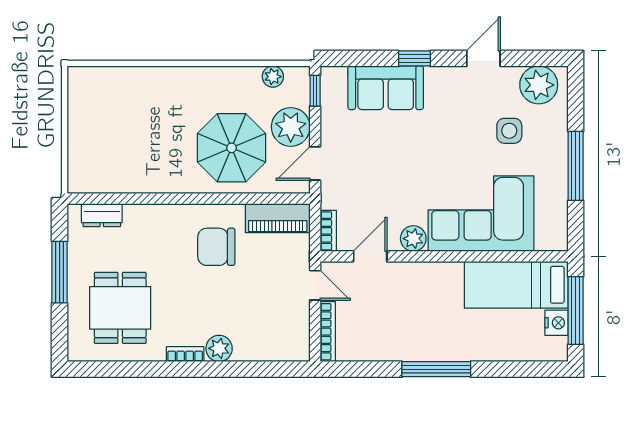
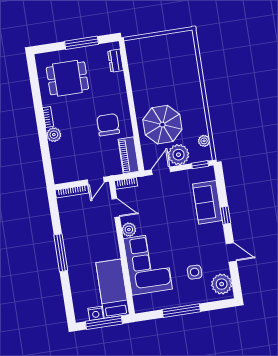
door: (315, 163) -> (161, 171), hinge flipped

